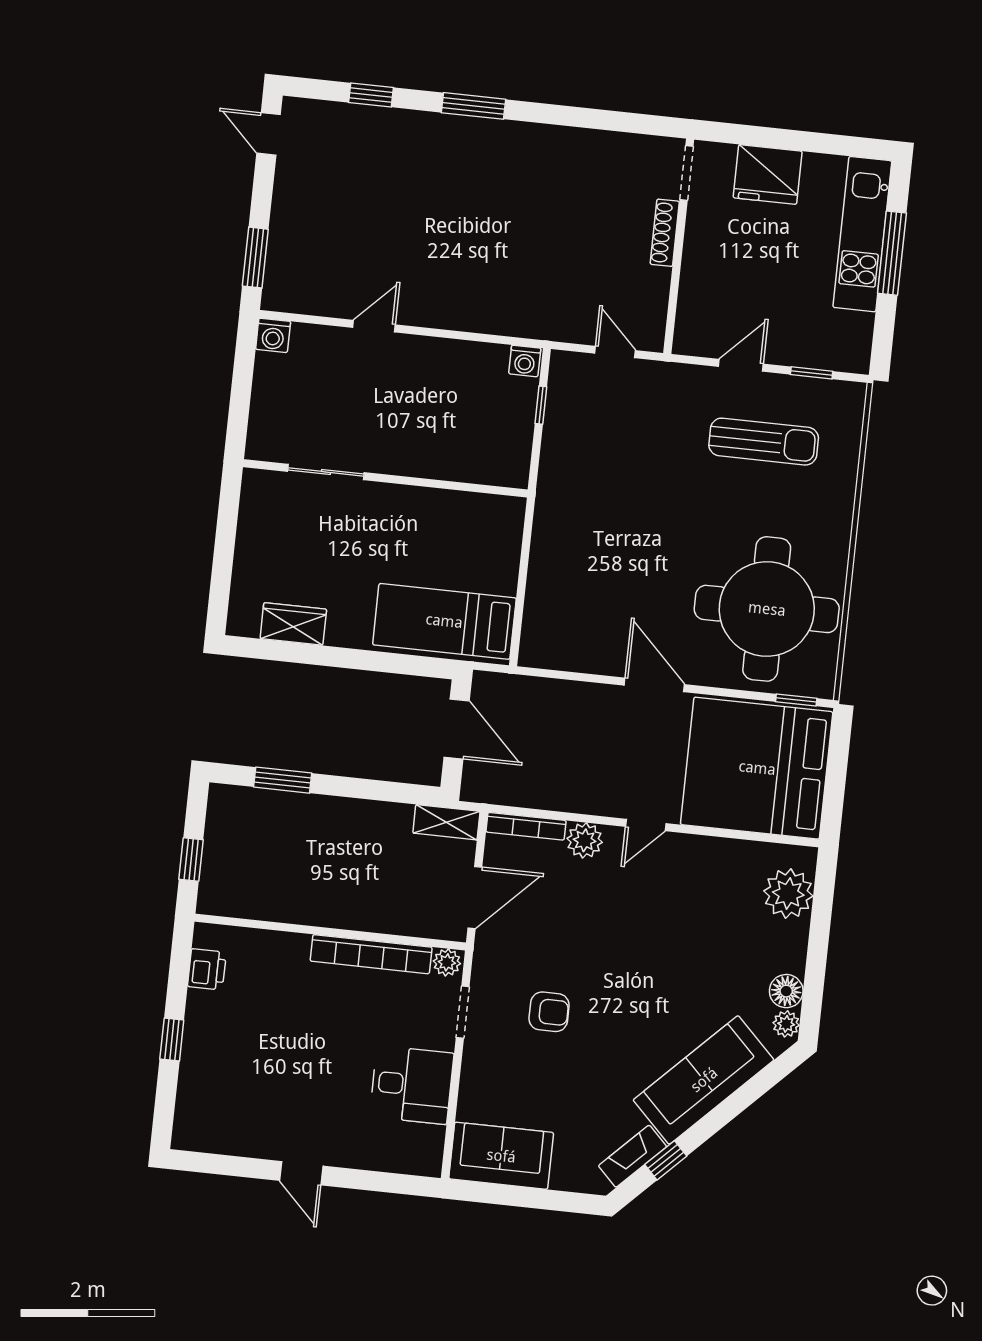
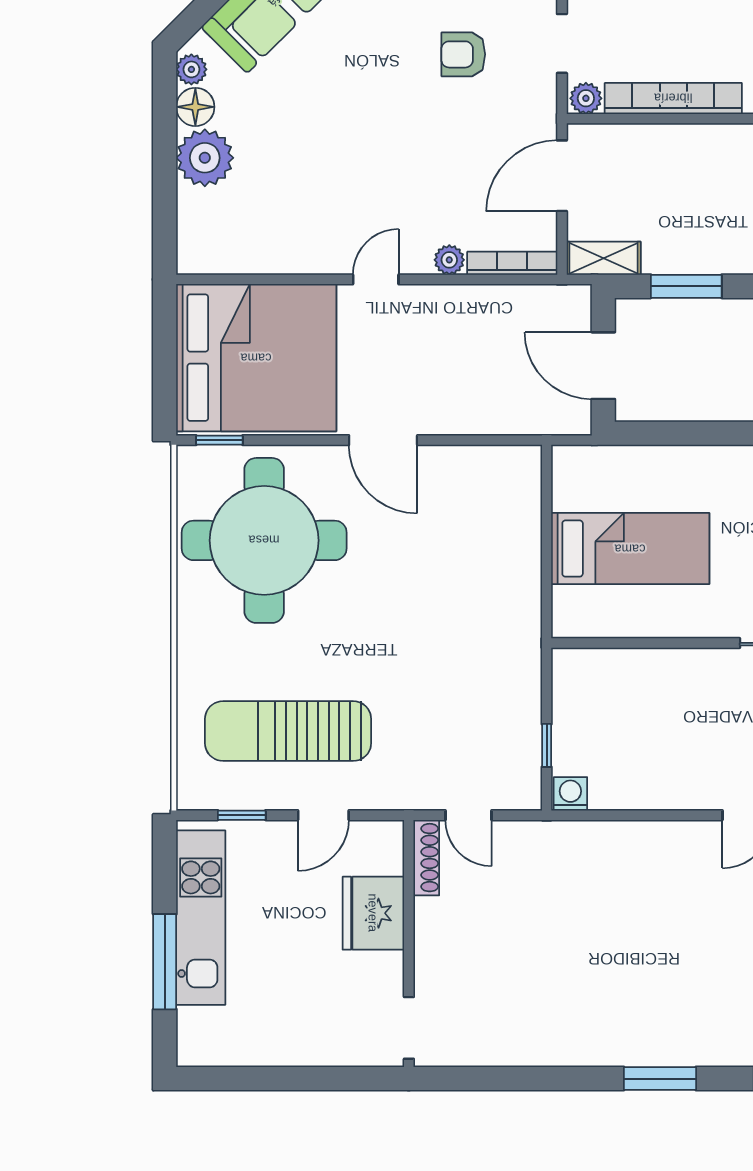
fridge: (768, 175) -> (373, 913), moved, turned -90
shoe rack: (665, 233) -> (426, 858), moved
kitchen unit: (862, 234) -> (201, 918), moved
sun lounger: (764, 442) -> (288, 731), width x1.36, depth x1.34
bed: (444, 621) -> (630, 549), moved
window: (377, 790) -> (686, 286), added
plant: (585, 840) -> (449, 260), width x0.73, depth x0.73
plant: (788, 894) -> (205, 158), moved

